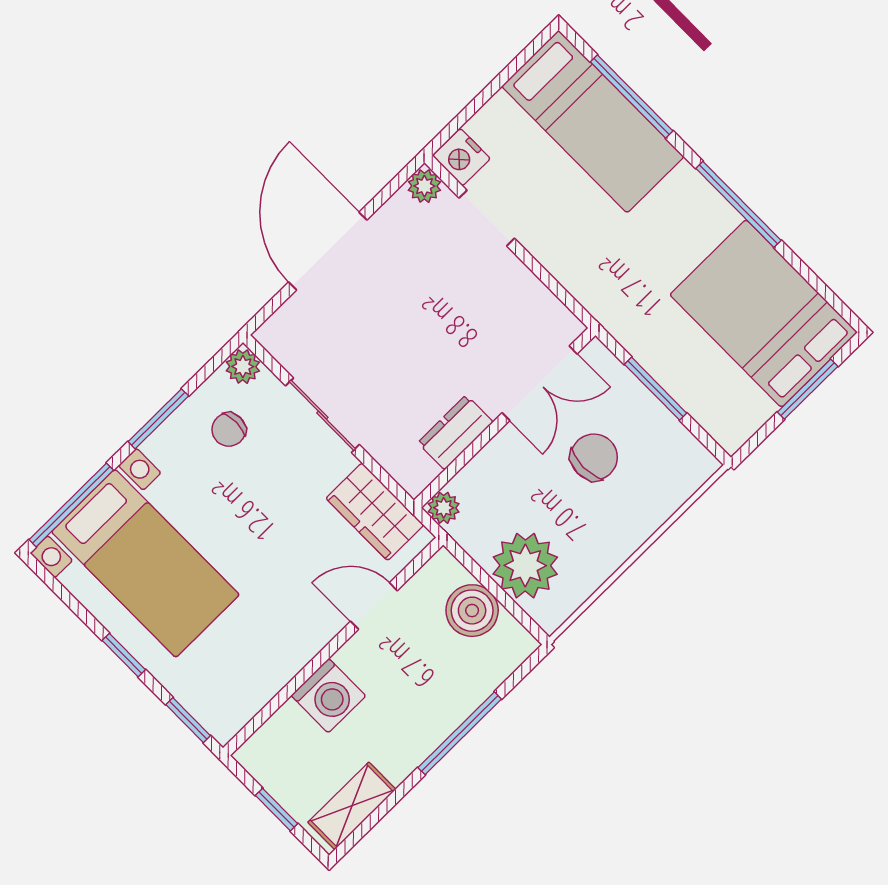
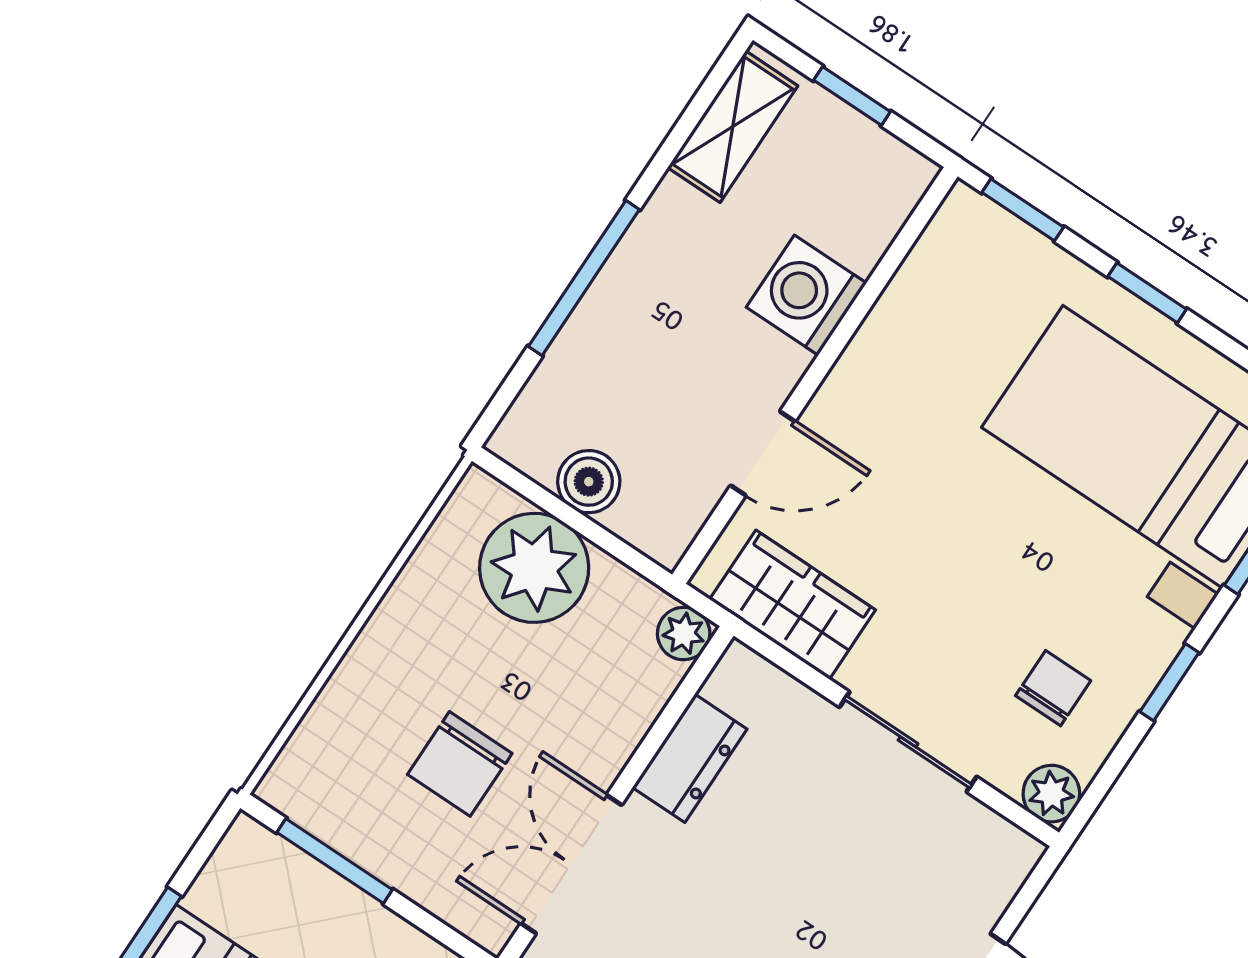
window: (656, 389) -> (335, 861), moved
window: (158, 419) -> (1169, 682), width x0.67
boiler: (472, 611) -> (589, 482), width x0.73, depth x0.73

